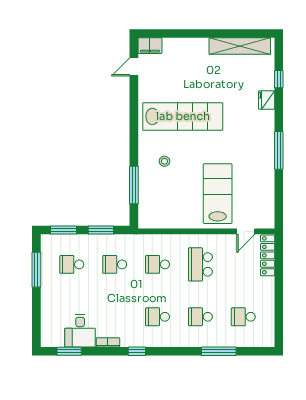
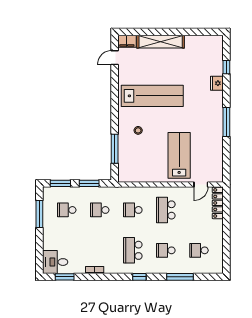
shelving: (240, 46) -> (161, 42), moved
school desk: (158, 317) -> (133, 250), width x1.85
desk: (80, 331) -> (55, 262), moved, turned 90
window: (137, 351) -> (139, 277), moved

